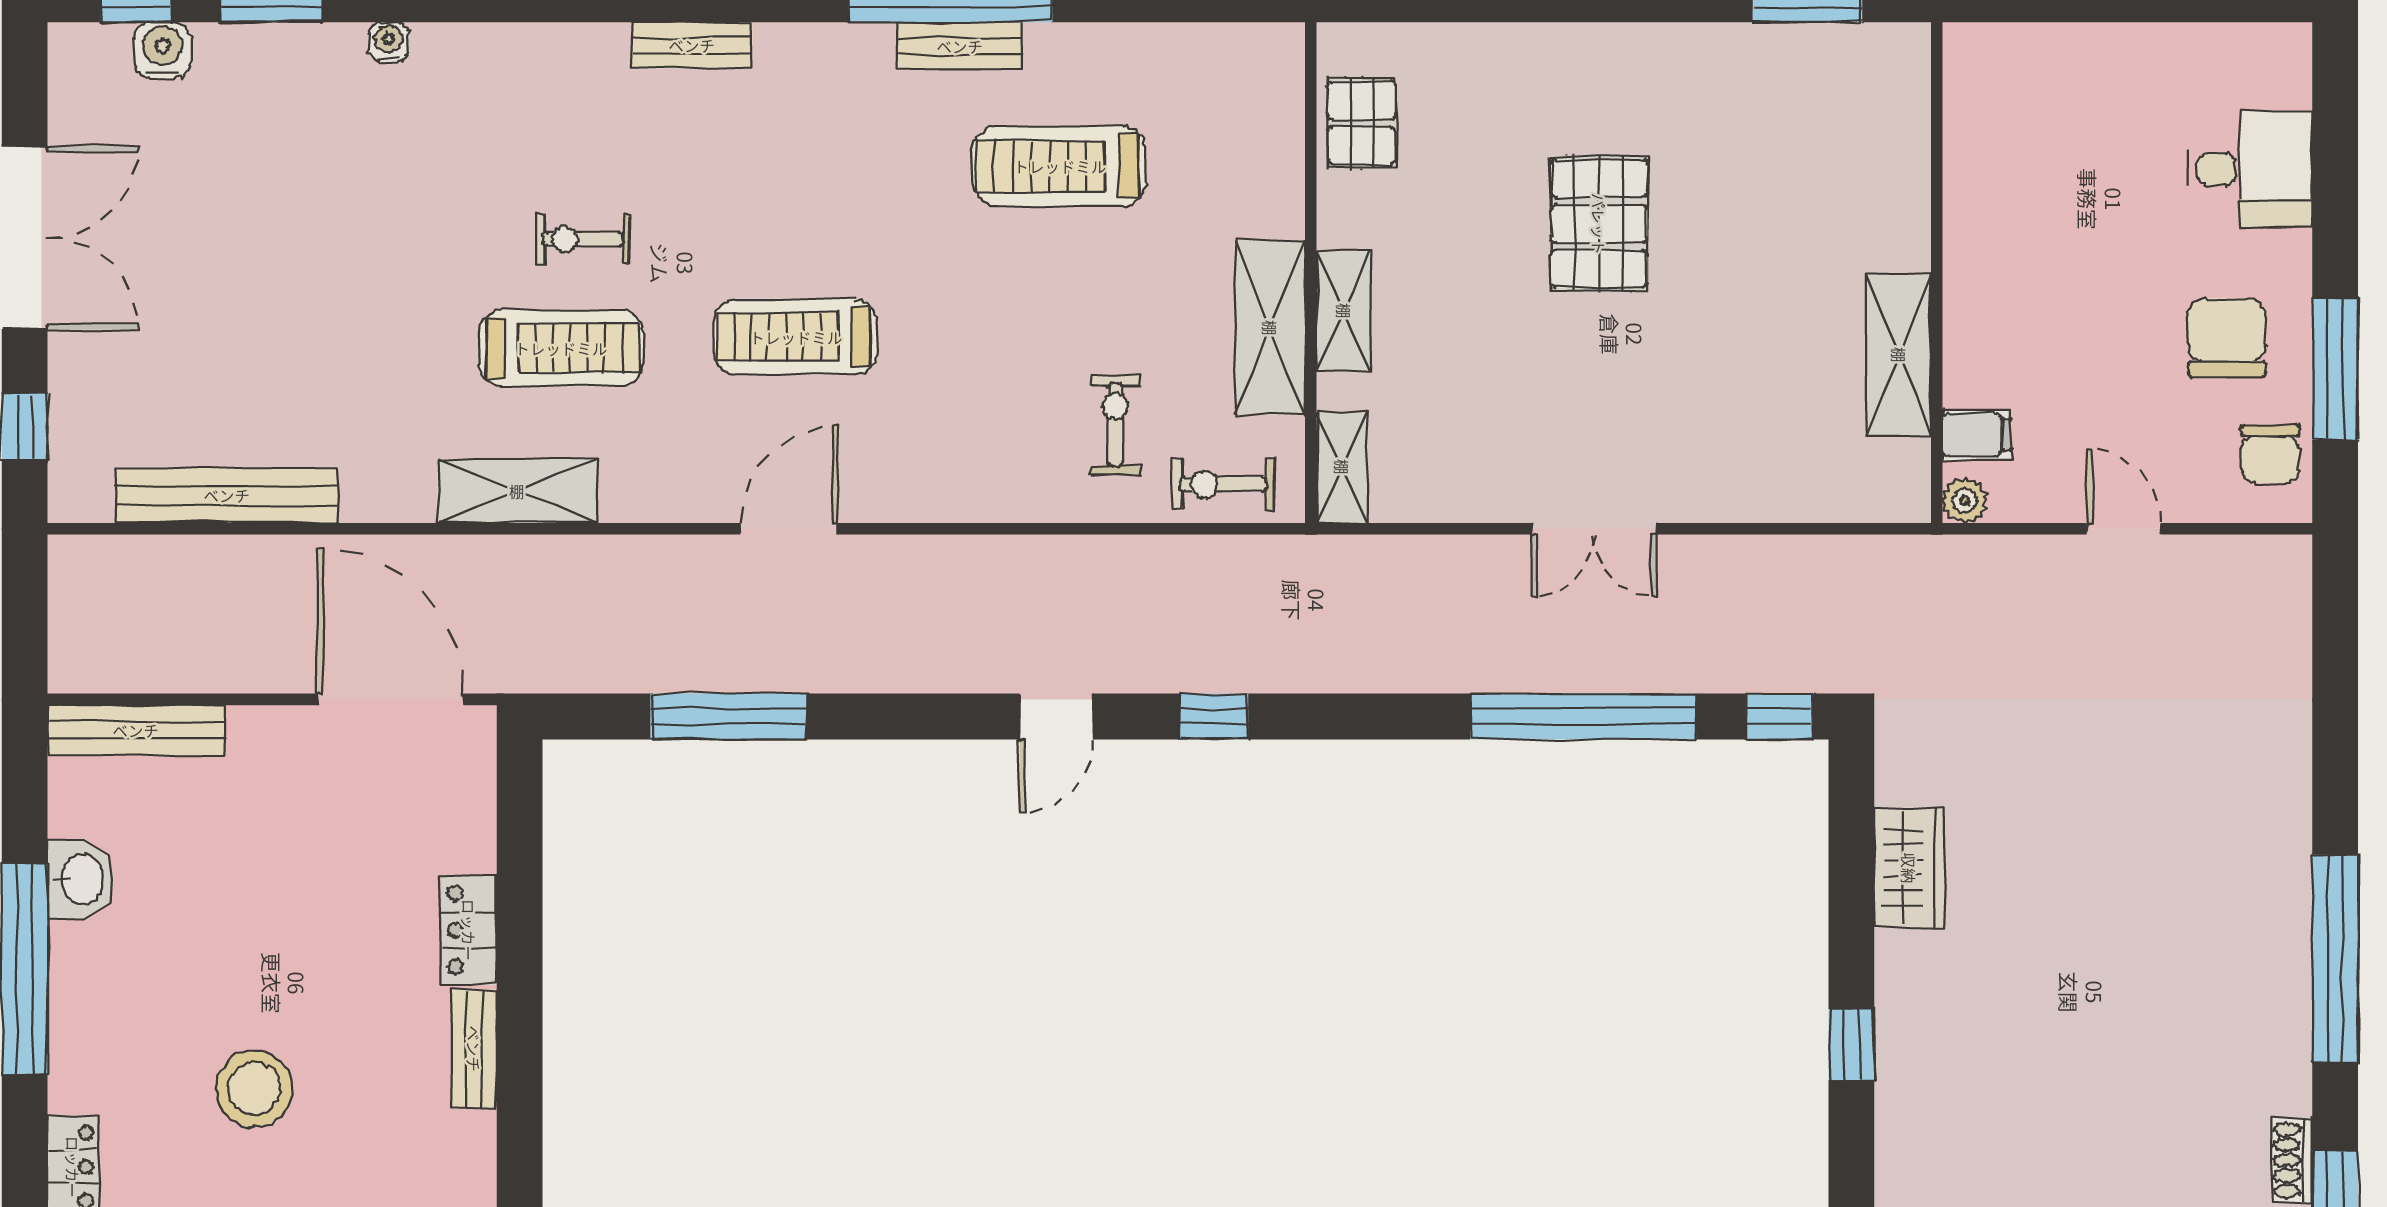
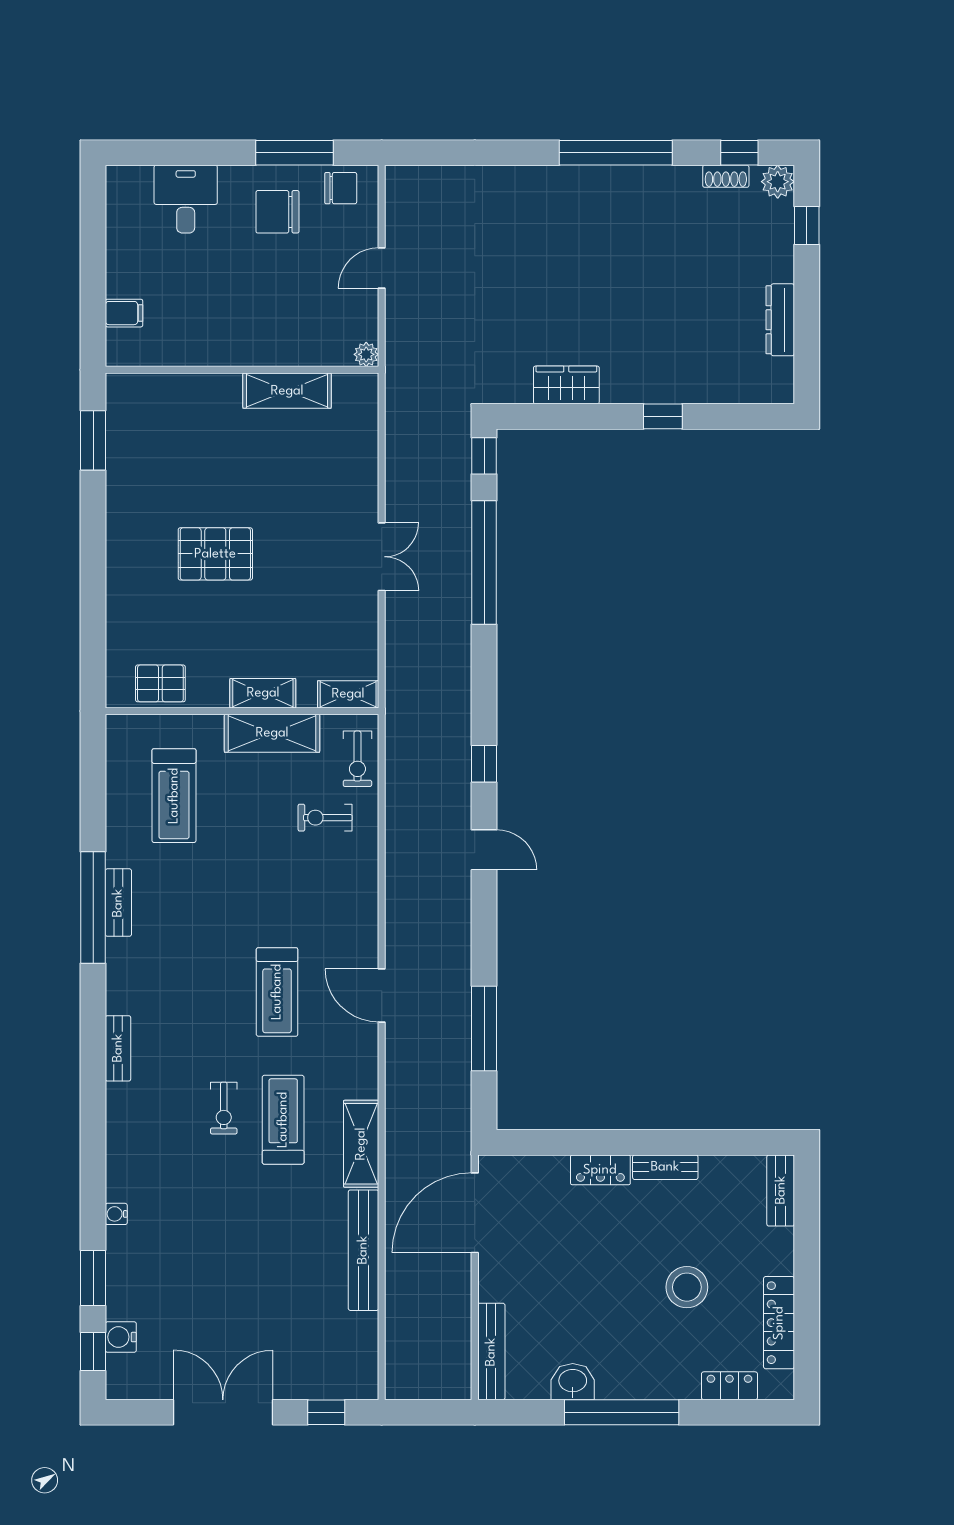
treadmill: (1060, 166) -> (174, 796), moved
filing cabinet: (1977, 435) -> (124, 313), moved, turned 90
bench: (227, 495) -> (363, 1250), moved

